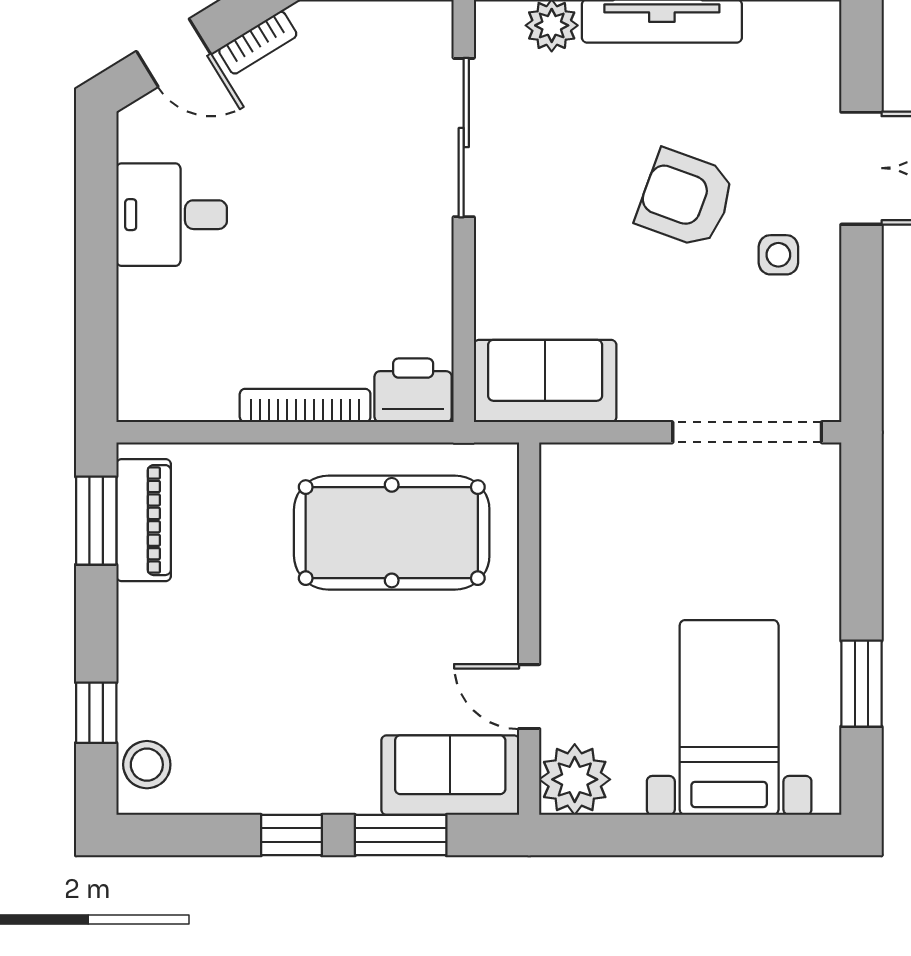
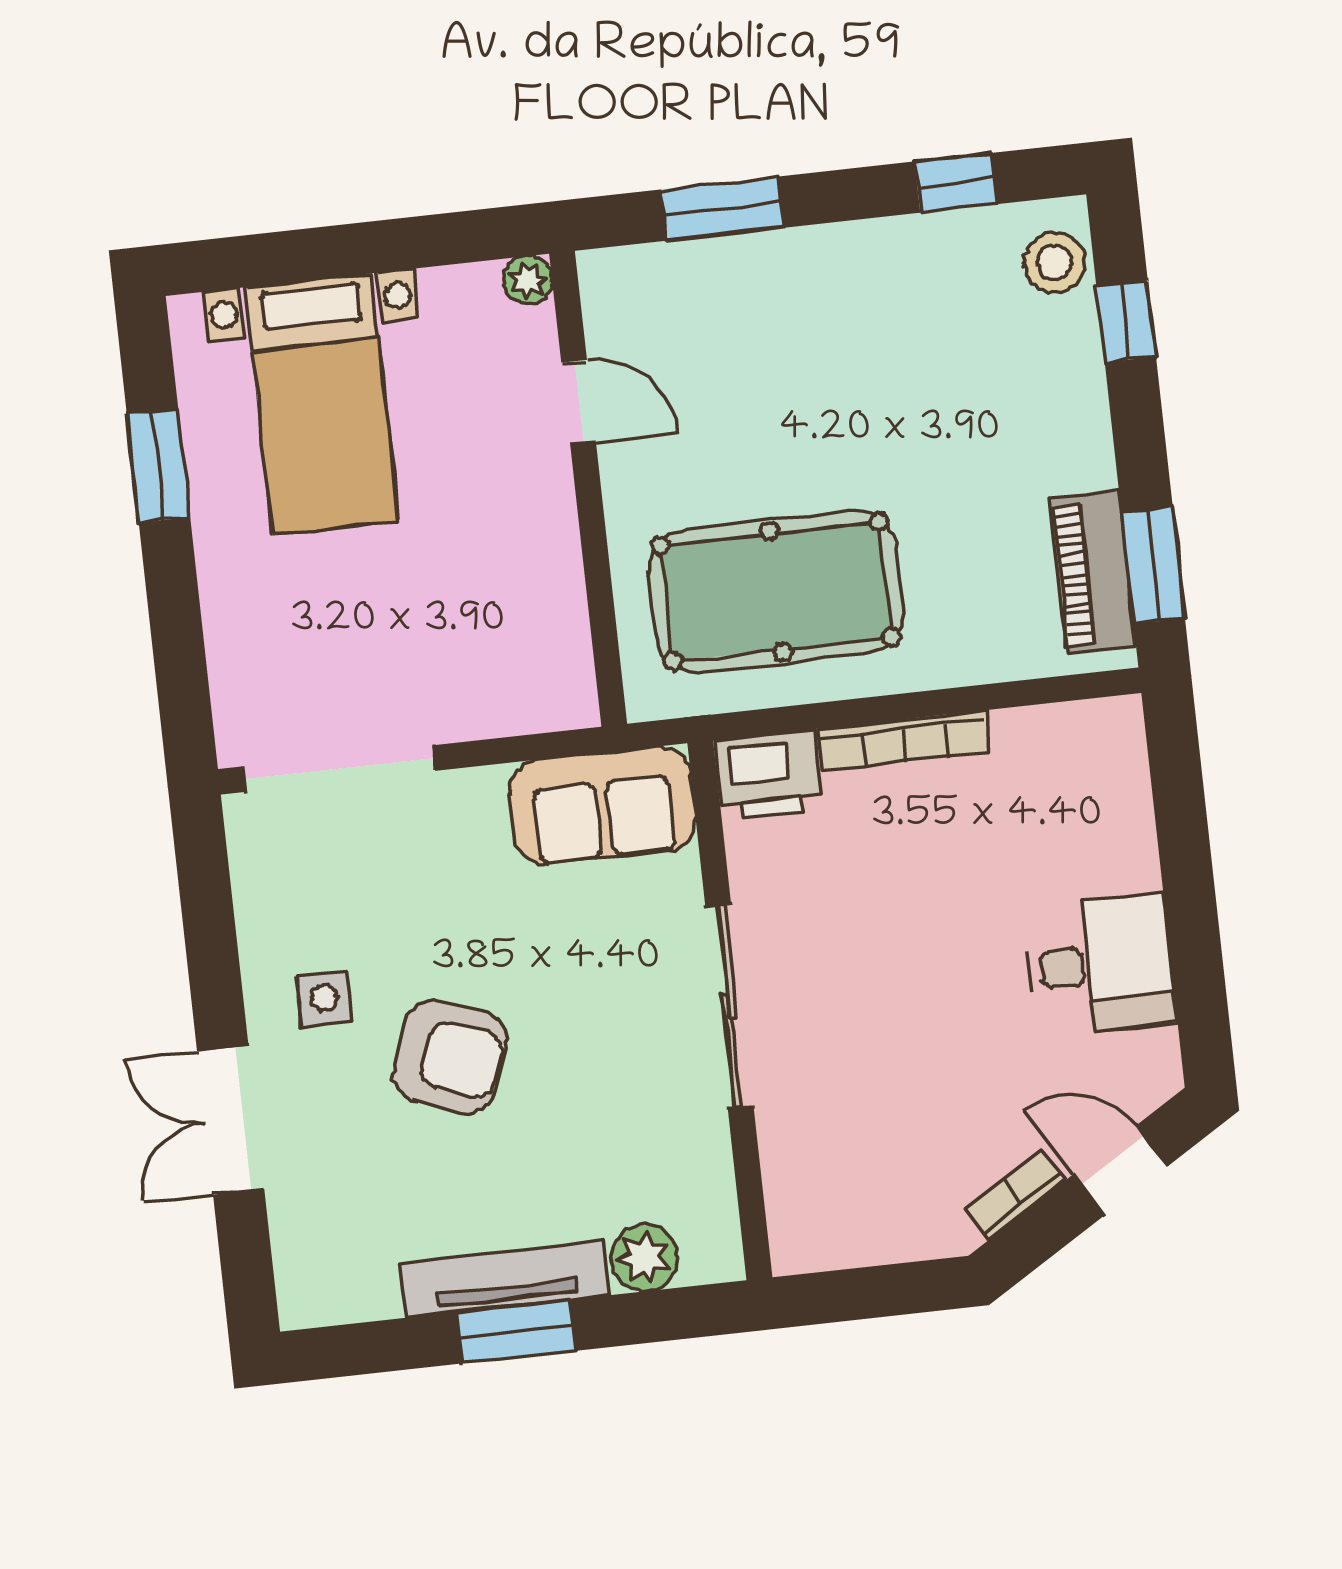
sliding door: (464, 138) -> (729, 1006), moved
sofa: (450, 775) -> (668, 292), removed
plant: (575, 779) -> (528, 280), width x0.53, depth x0.53
window: (291, 835) -> (956, 183), moved

